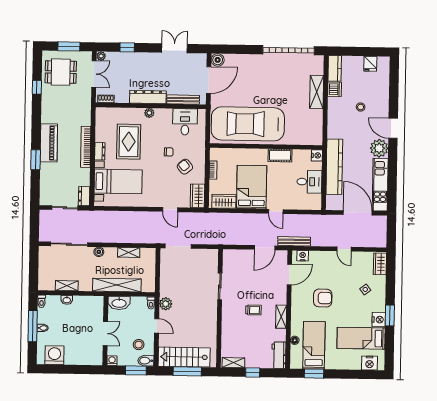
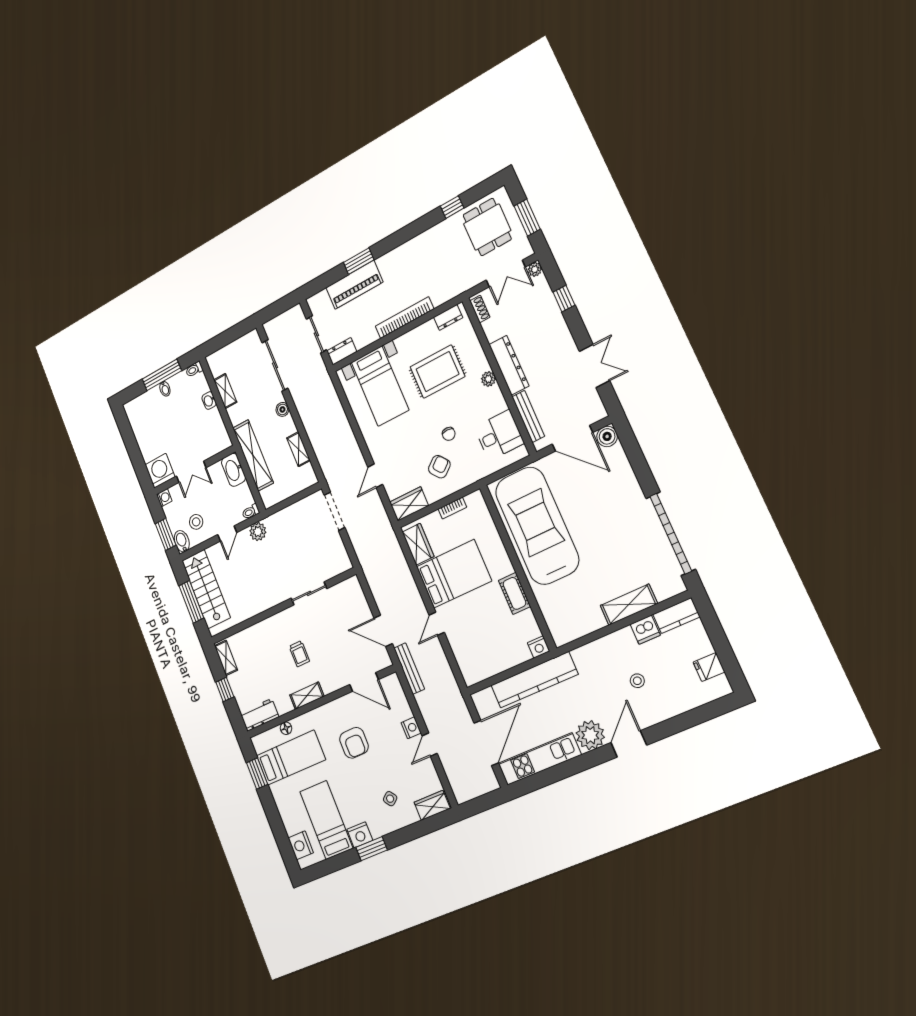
piano: (49, 143) -> (354, 285), moved
dresser: (100, 151) -> (448, 317), moved
desk: (309, 182) -> (498, 653), removed
nightstand: (303, 256) -> (411, 728), moved
washing machine: (54, 355) -> (160, 471), moved, turned -90

